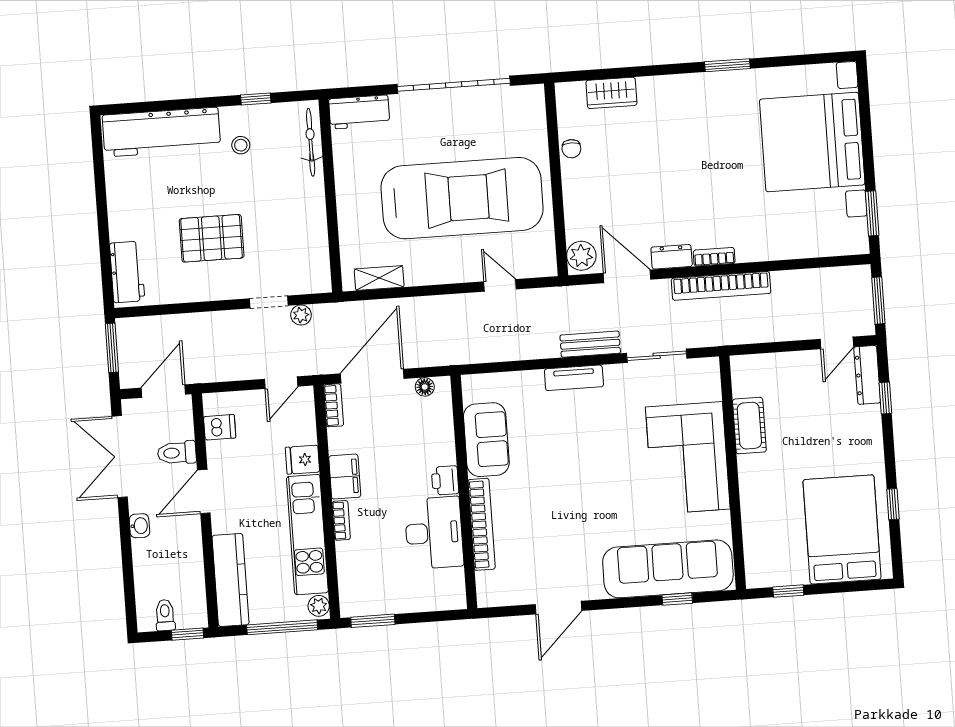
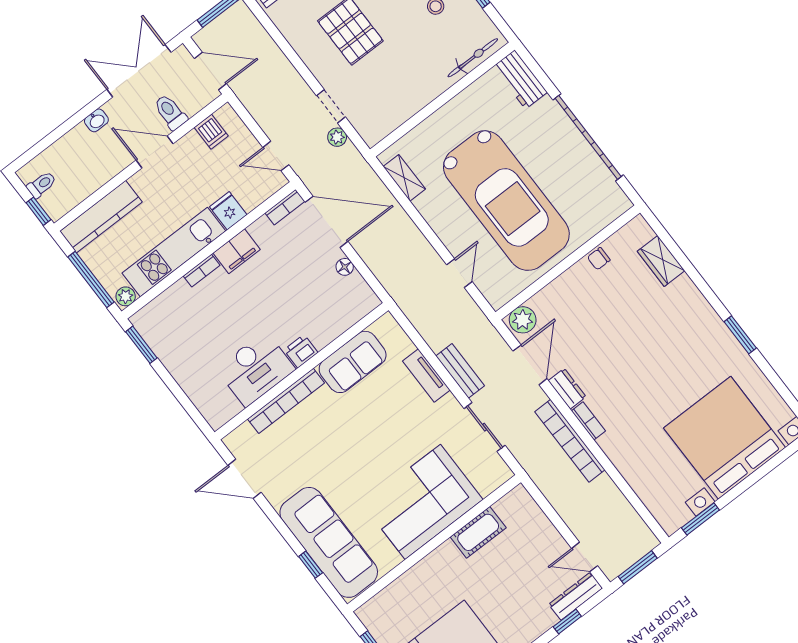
sofa: (486, 440) -> (353, 362), moved
printer: (445, 480) -> (301, 351), moved
wall: (464, 492) -> (302, 371), moved
bookcase: (482, 524) -> (286, 401), moved
desk: (434, 533) -> (256, 369), moved

